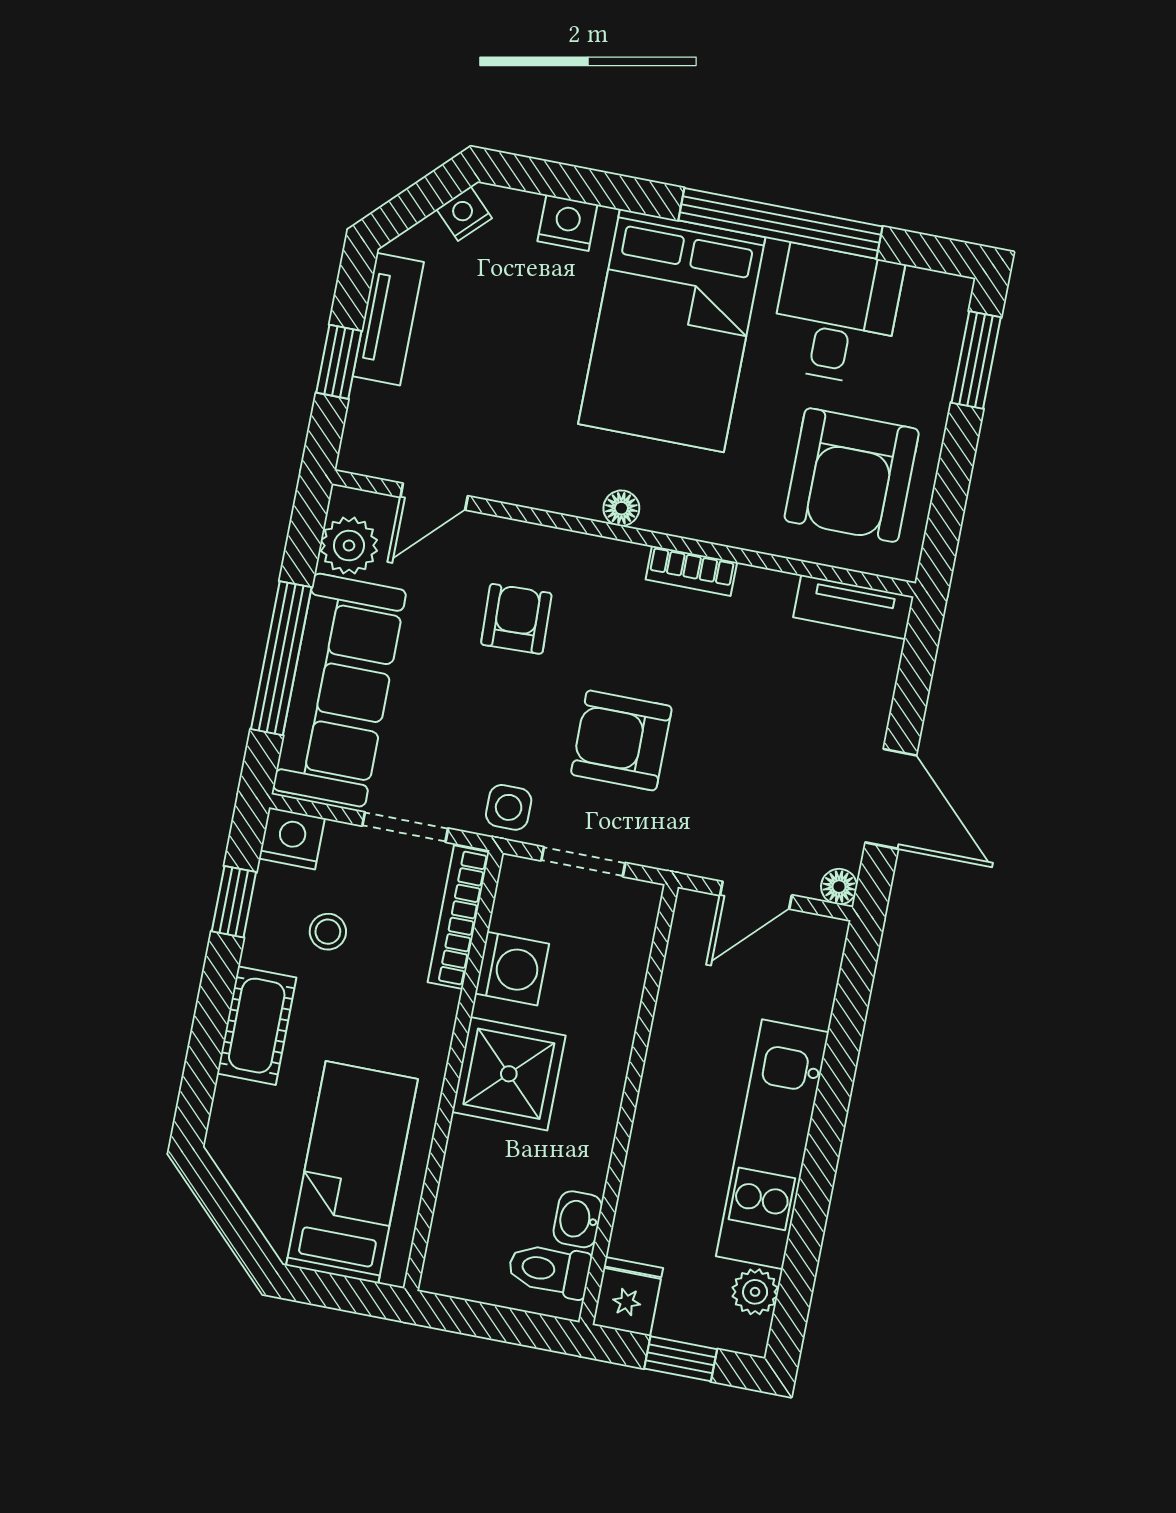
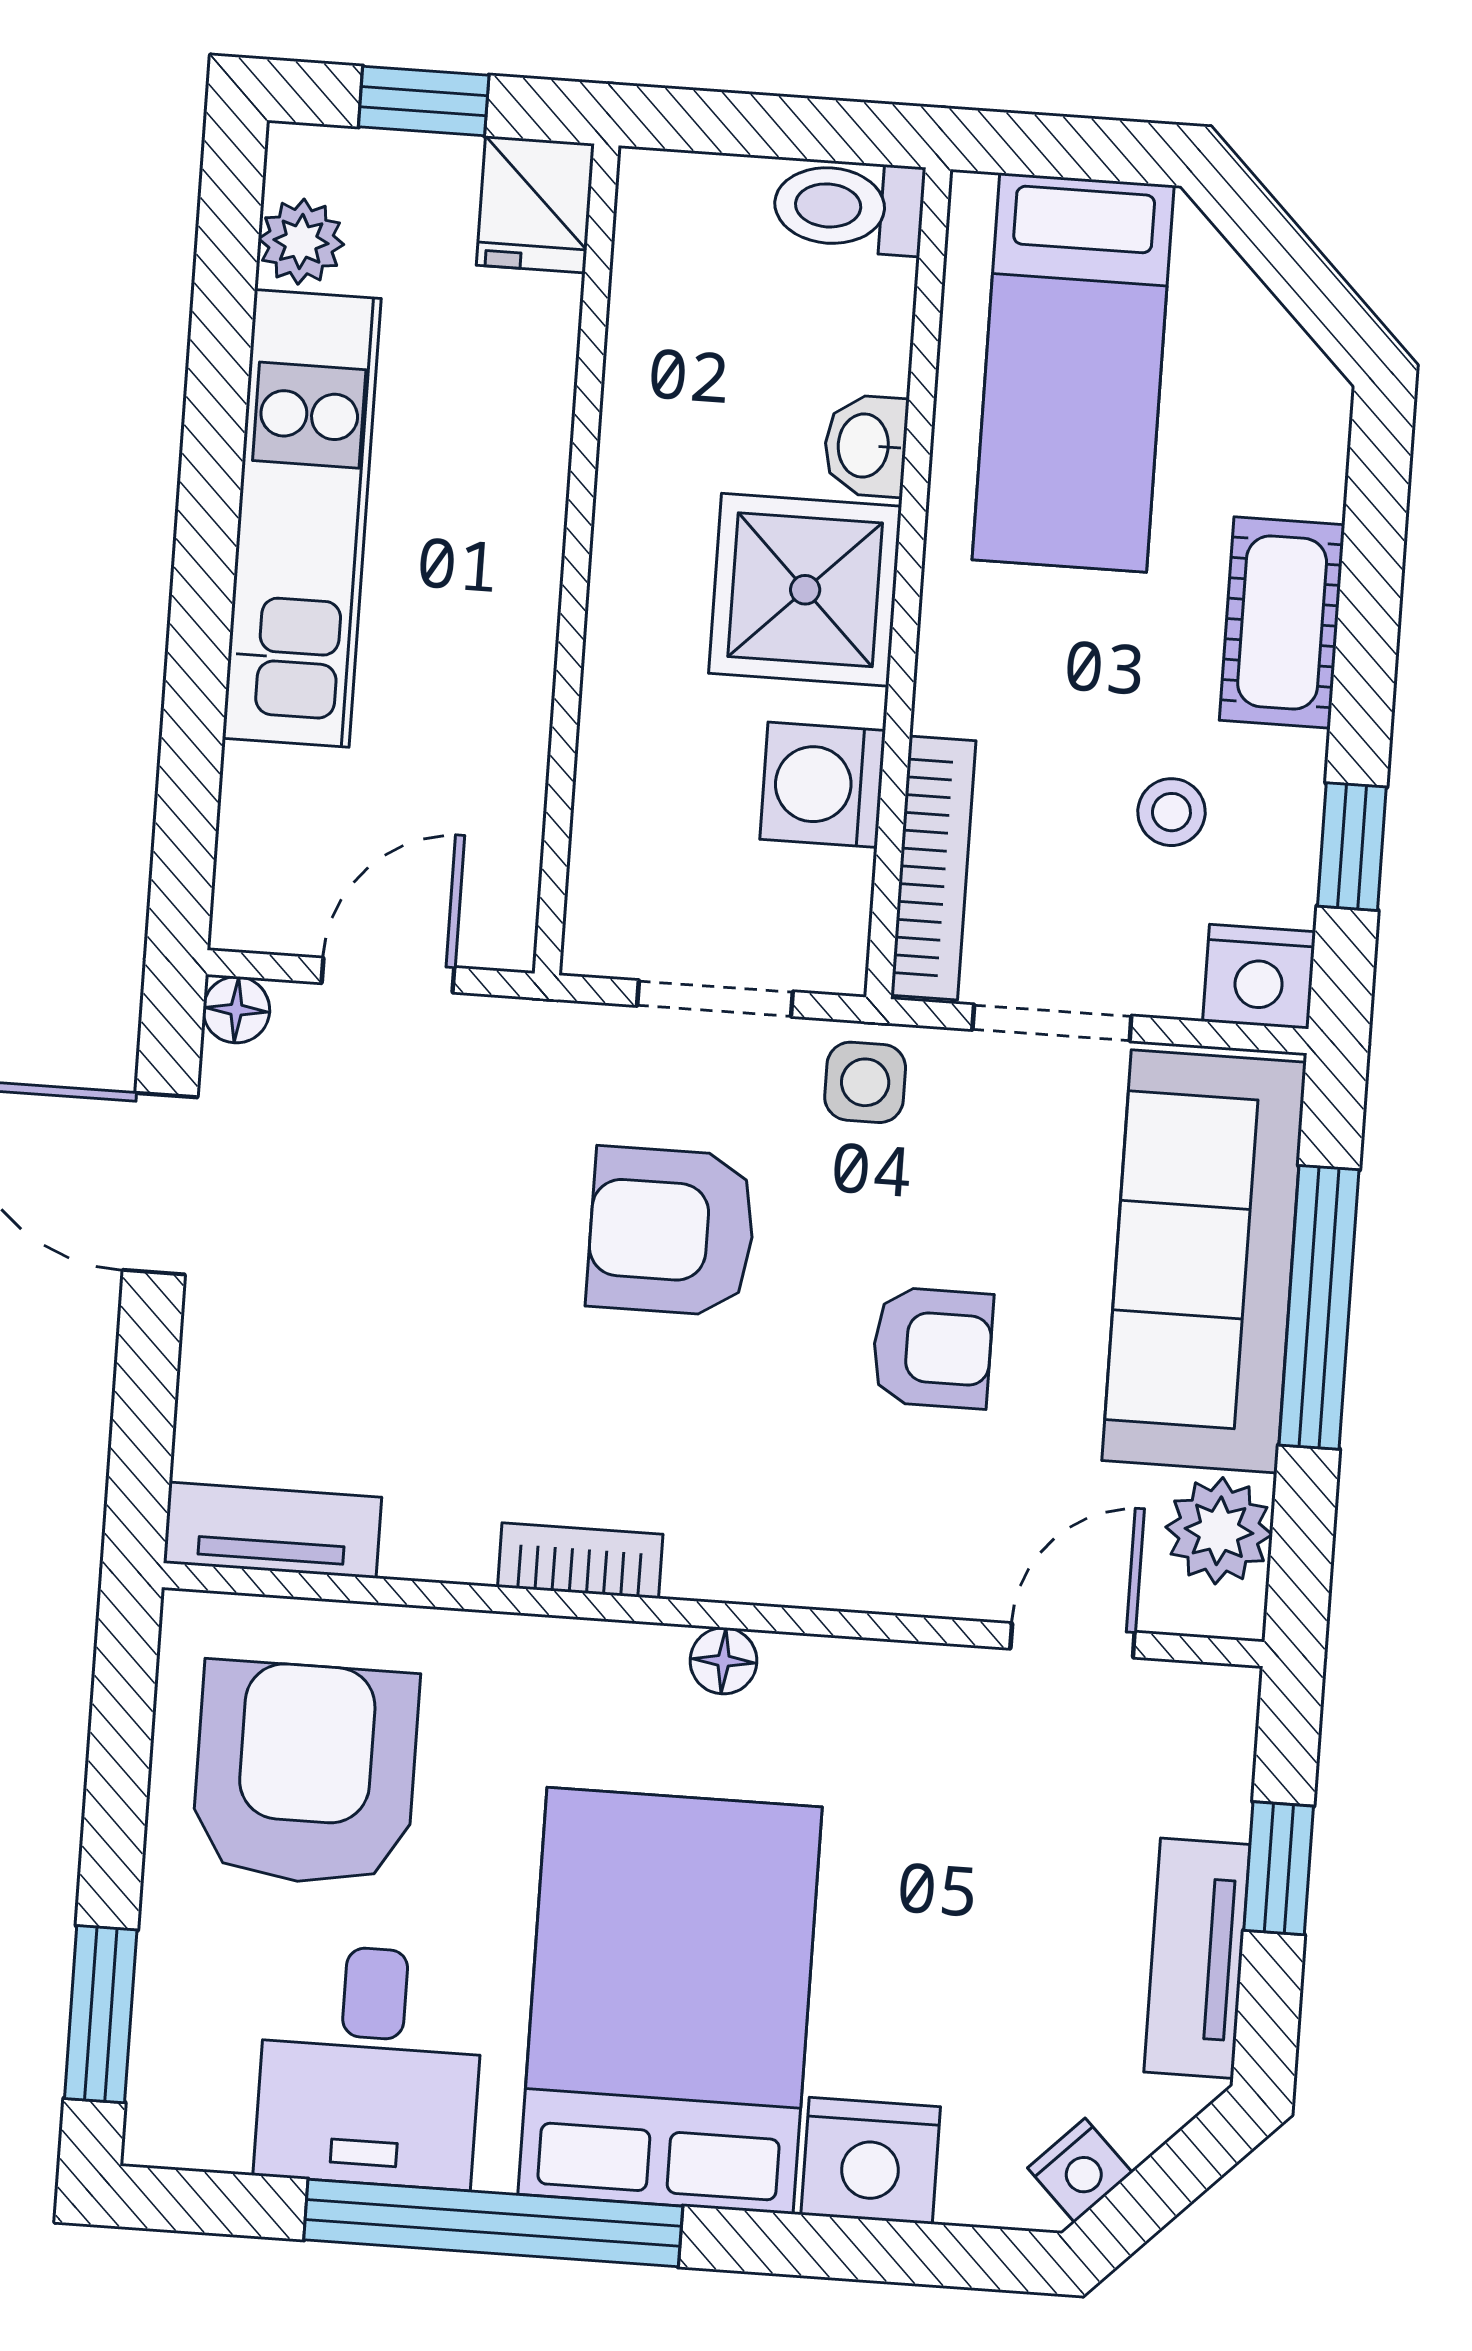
nightstand: (567, 223) -> (871, 2161), width x1.36, depth x1.33
armchair: (516, 619) -> (932, 1348), moved, turned -88
armchair: (621, 740) -> (671, 1231), turned 180
washbasin: (578, 1219) -> (866, 446), moved, turned 180
toilet: (549, 1270) -> (849, 207), moved, turned 180

